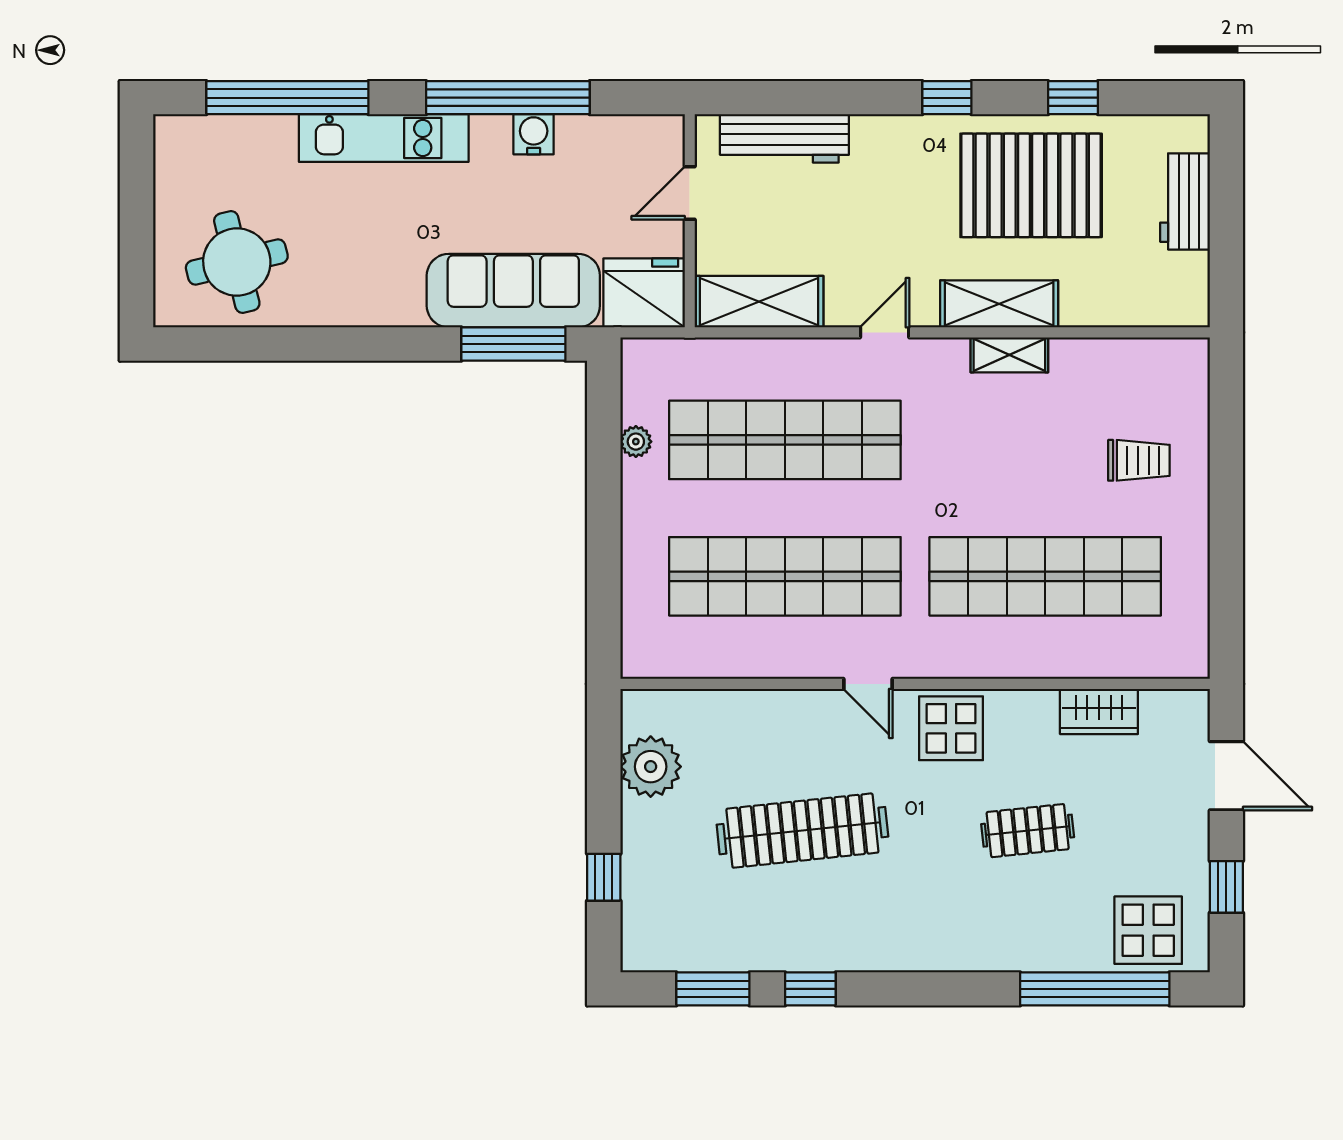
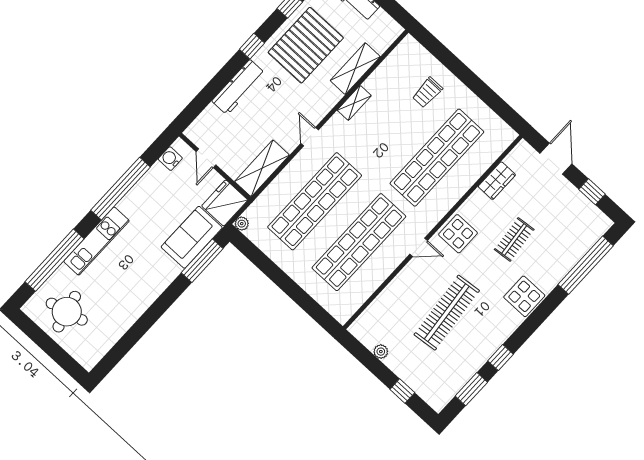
water cooler: (534, 134) -> (170, 159), moved
workbench: (784, 138) -> (239, 87), moved
round table: (237, 262) -> (67, 312), moved
sofa: (513, 291) -> (192, 237), width x0.73
shelving: (999, 304) -> (355, 69), moved
plant: (636, 442) -> (242, 224), moved
trolley: (1139, 460) -> (427, 92), turned 180
plant: (651, 767) -> (381, 352), width x0.53, depth x0.53
door: (1226, 776) -> (556, 159), hinge flipped
display table: (1148, 930) -> (524, 296), moved

